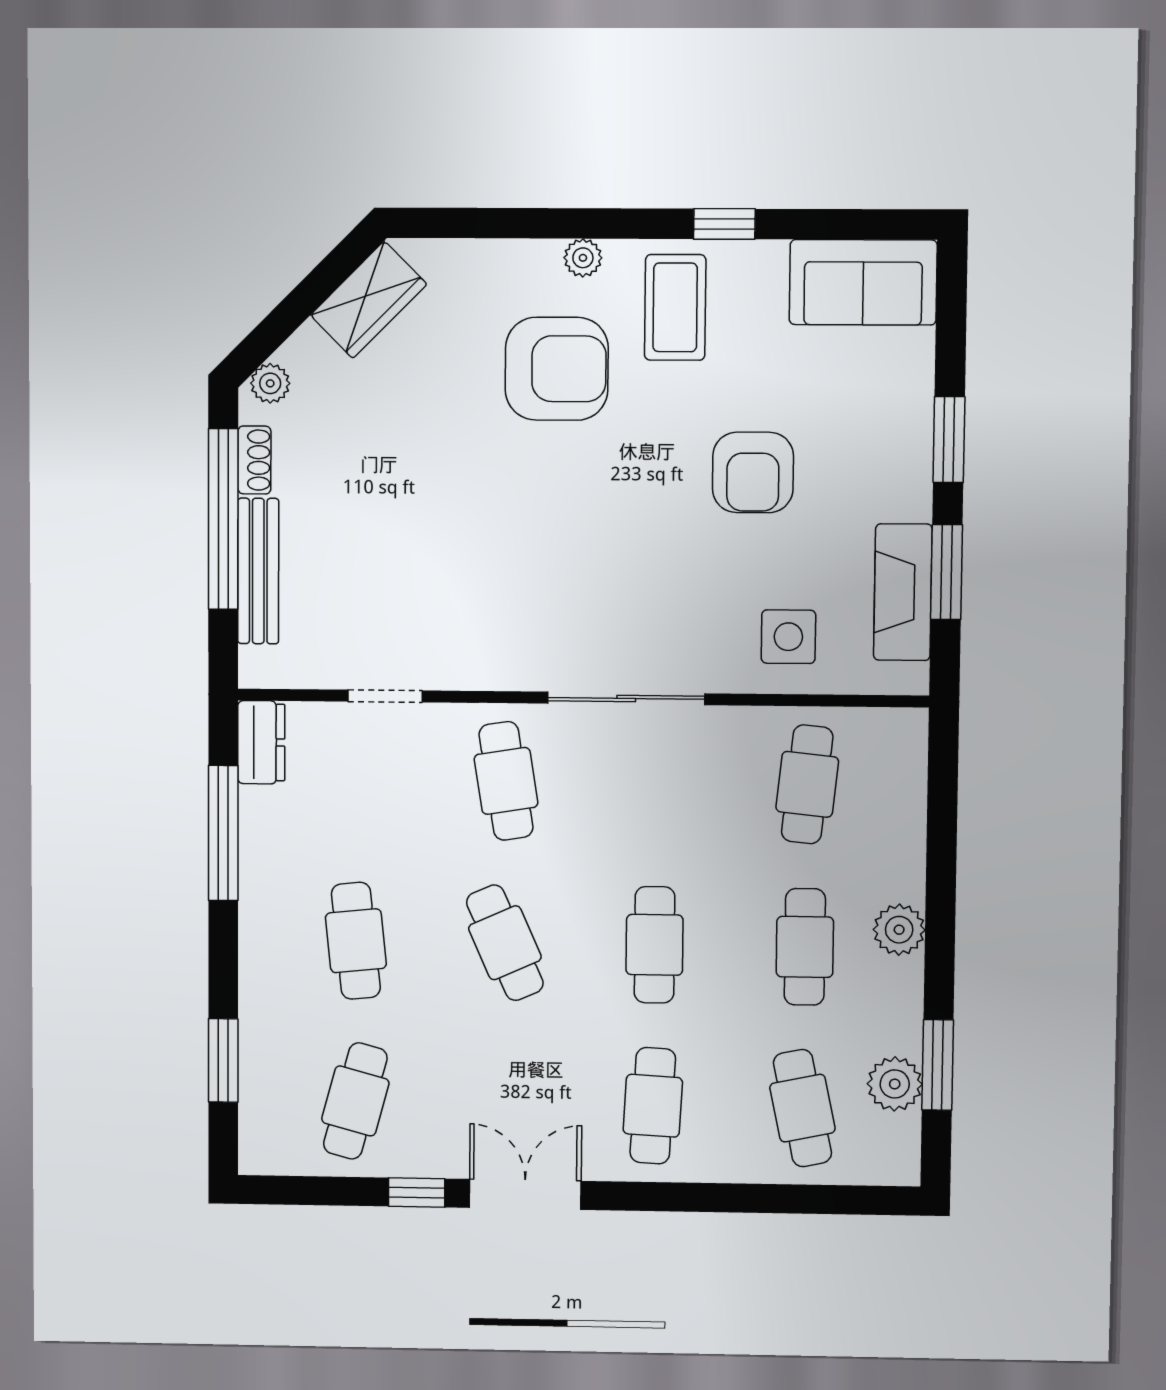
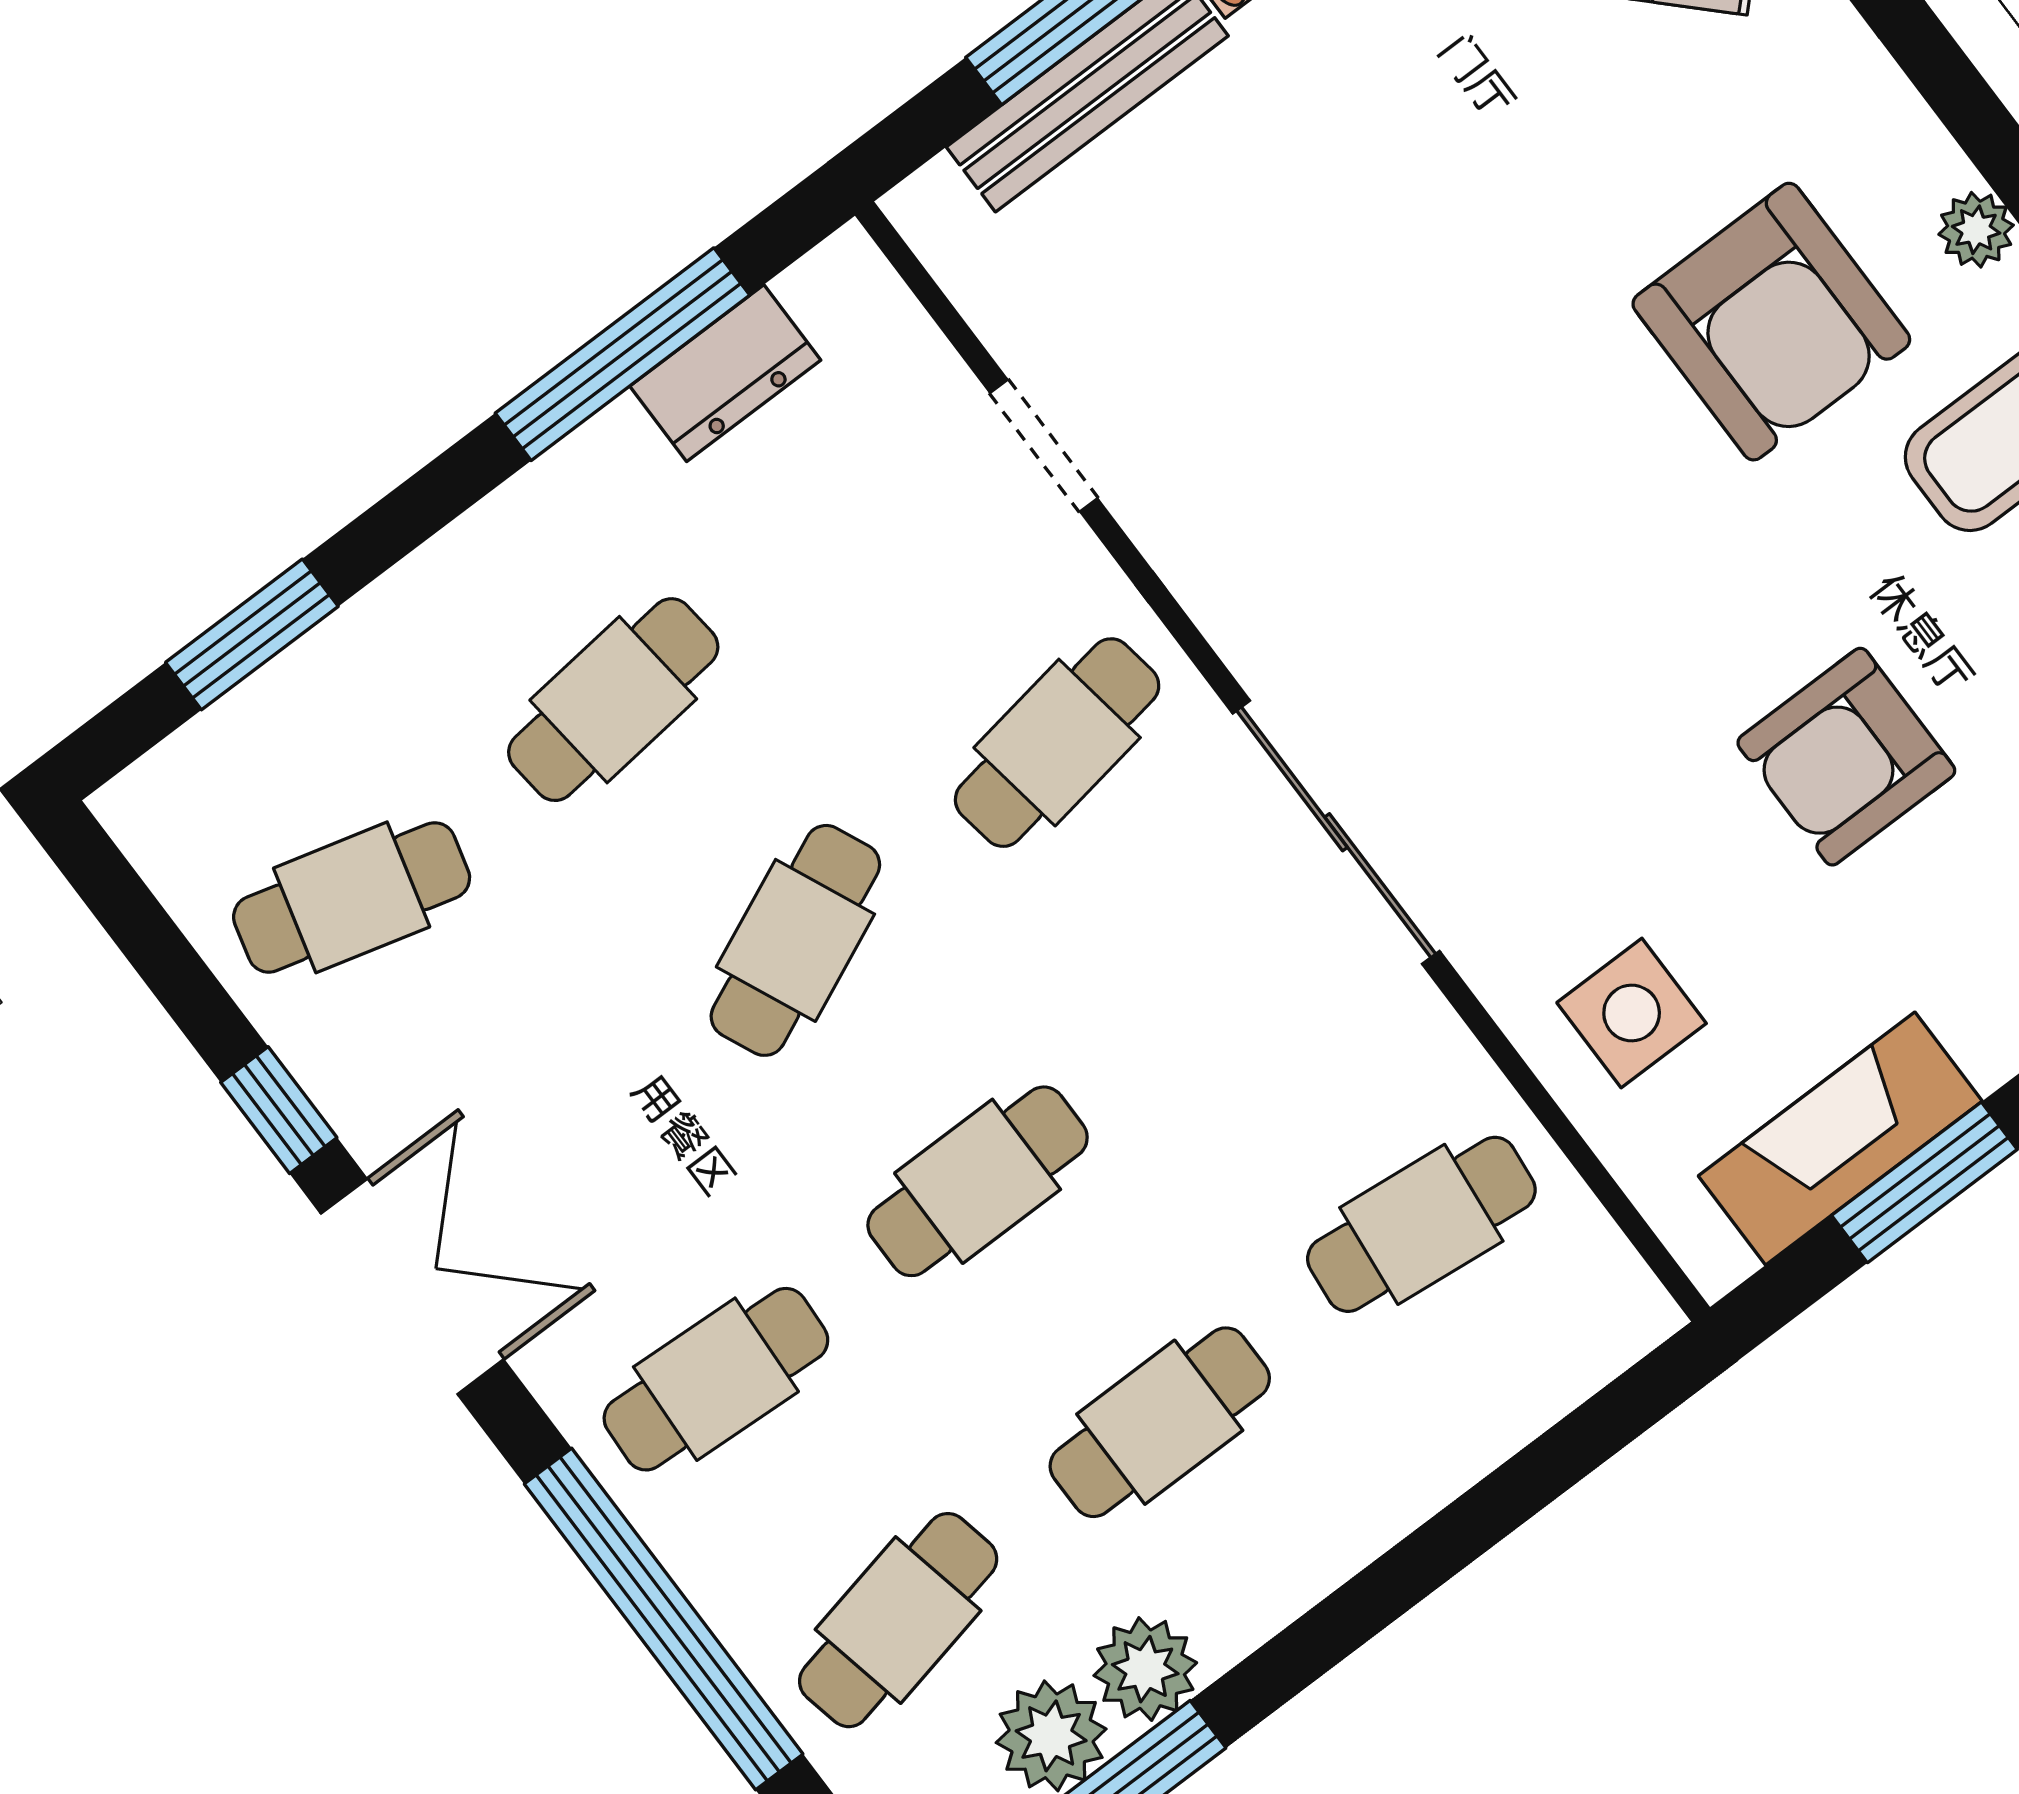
dresser: (261, 742) -> (725, 373), moved
plant: (899, 930) -> (1145, 1669), moved
window: (731, 1198) -> (664, 1619), added

